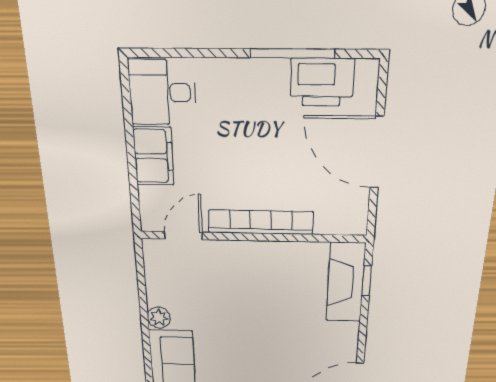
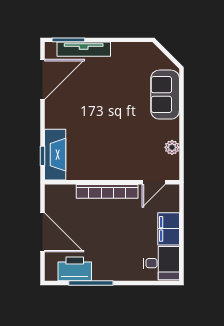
plant: (159, 318) -> (172, 147), moved

